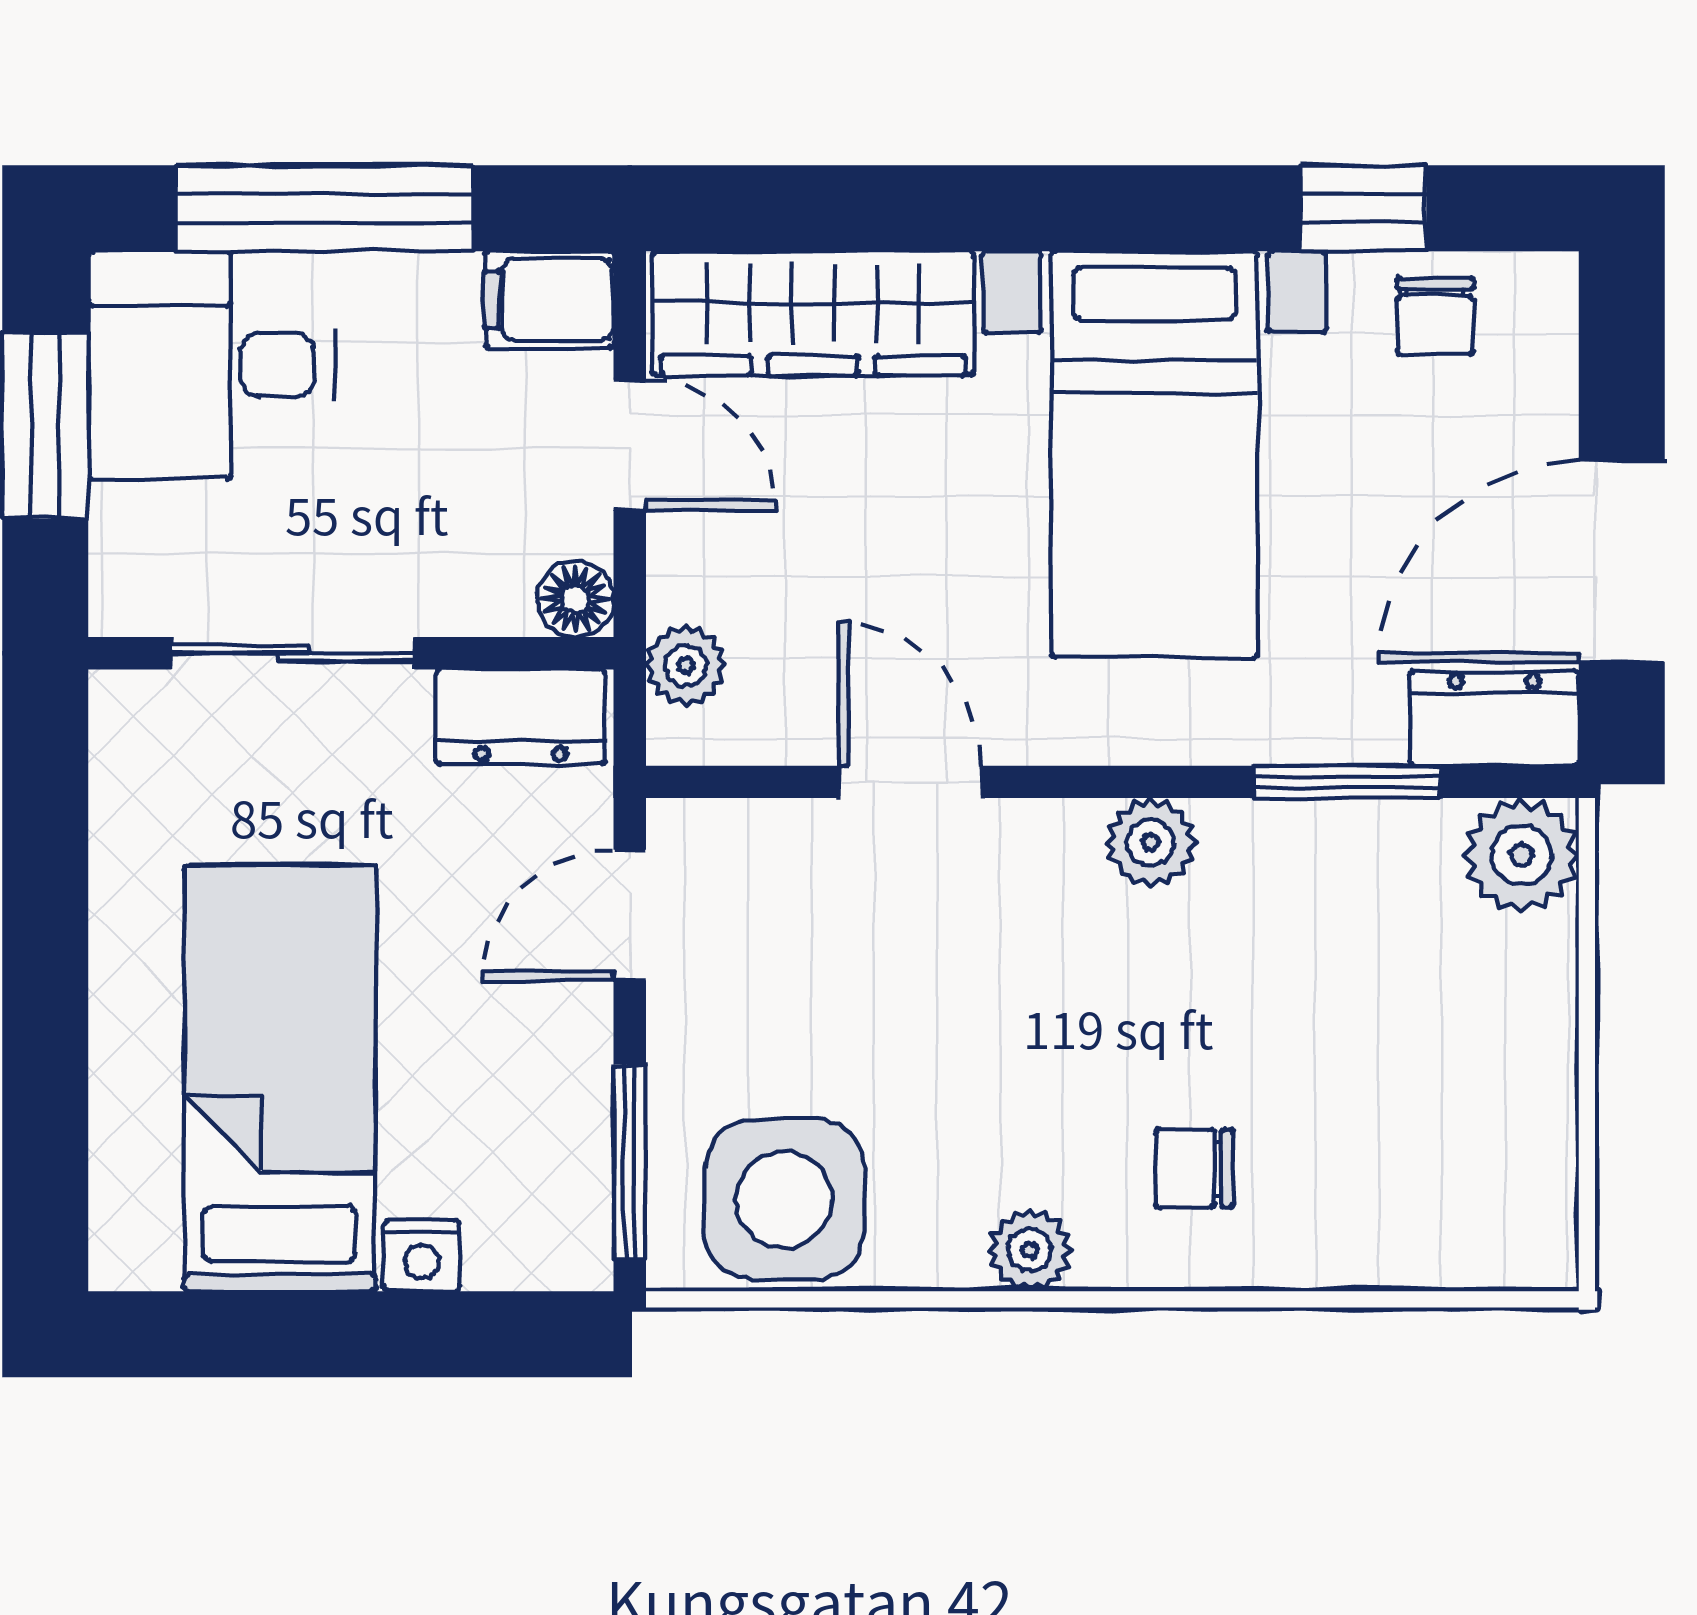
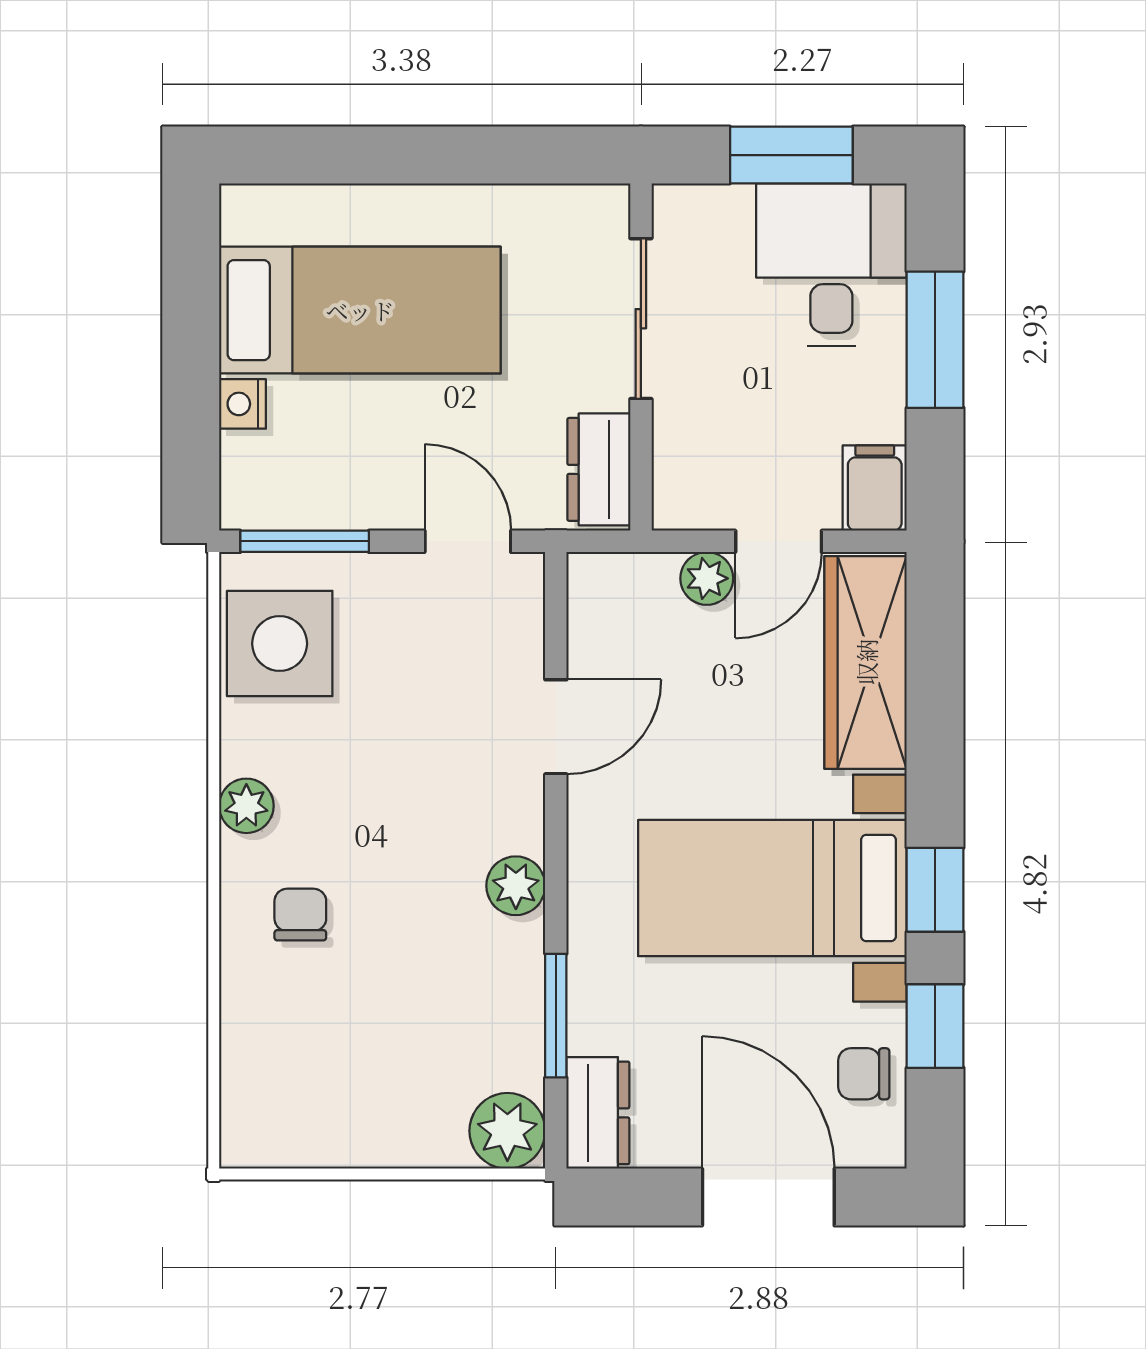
window: (325, 208) -> (935, 340), width x0.69
window: (1157, 208) -> (935, 890), added
door: (1622, 562) -> (768, 1197), moved
floor lamp: (575, 599) -> (677, 505), removed
plant: (686, 666) -> (707, 578), moved

